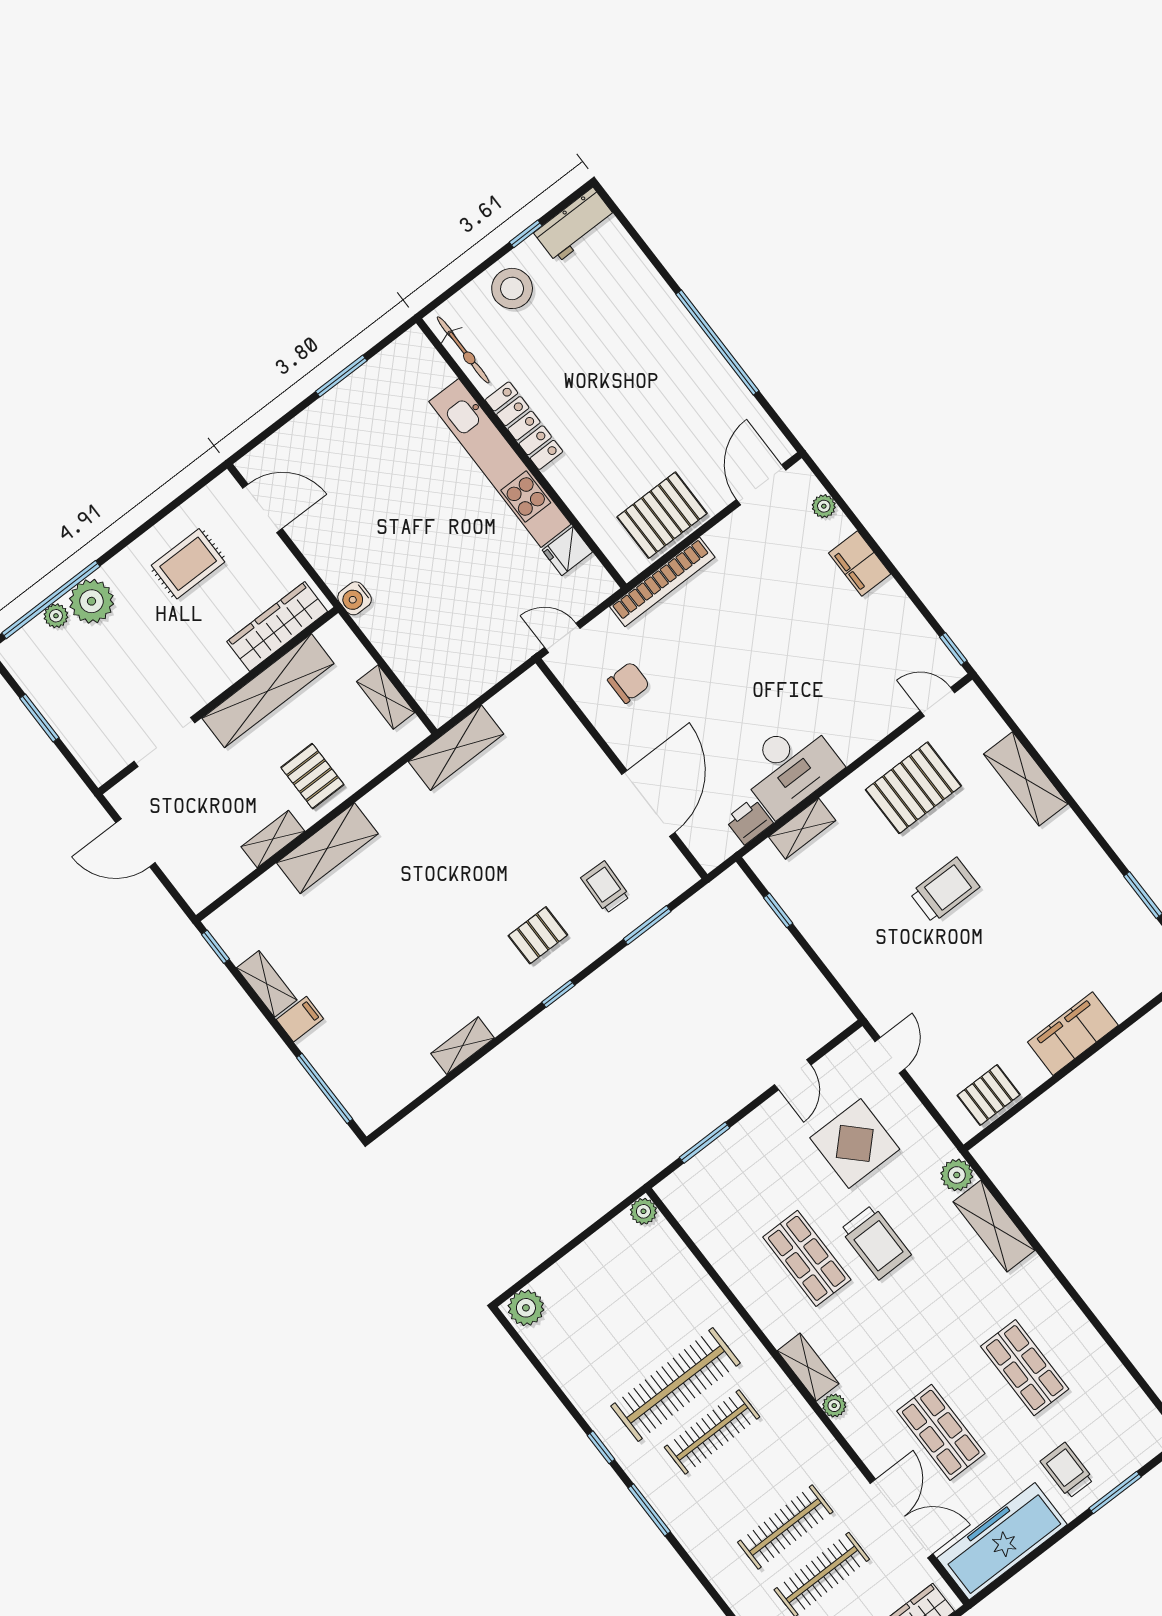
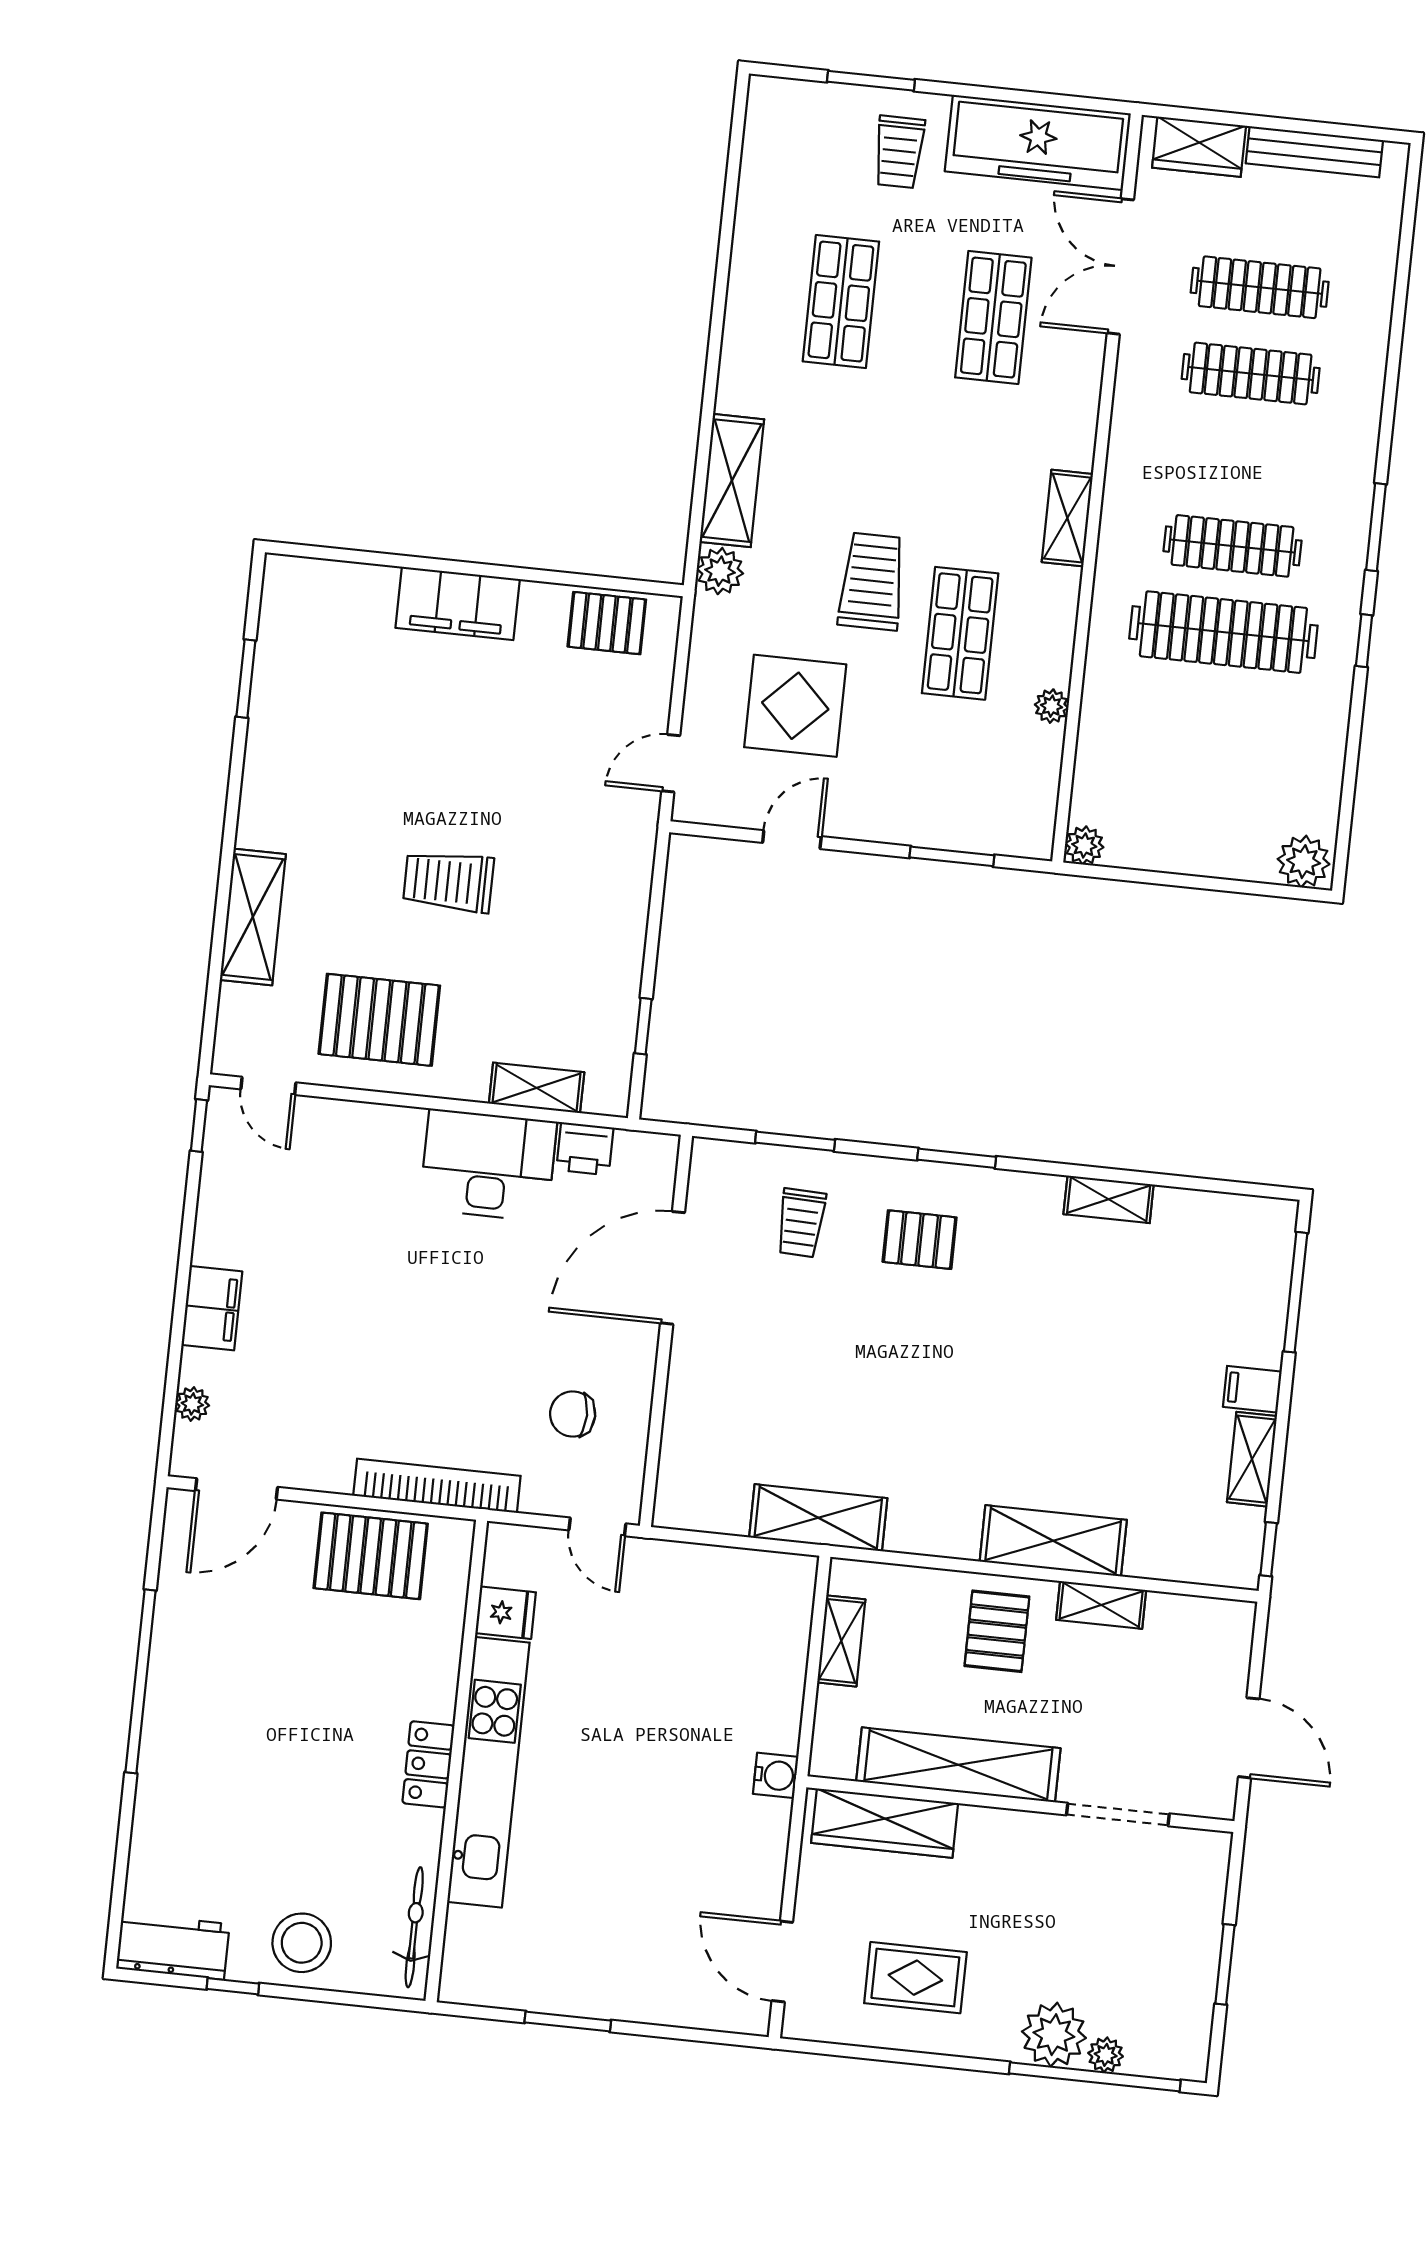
locker: (524, 426) -> (428, 1764), width x0.66
window: (558, 994) -> (957, 1158), width x1.50
plant: (834, 1406) -> (1052, 706), moved

